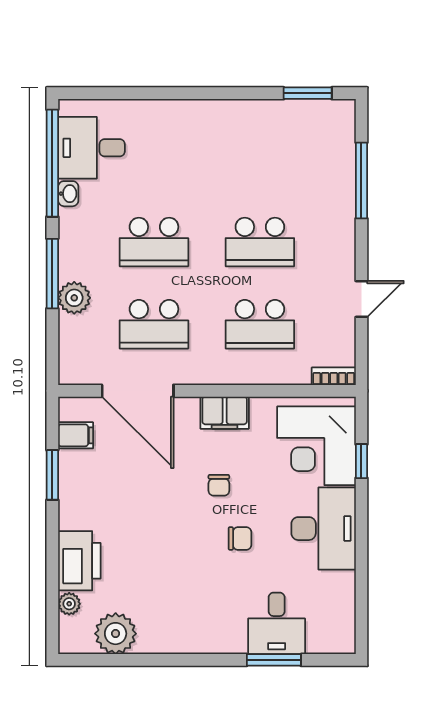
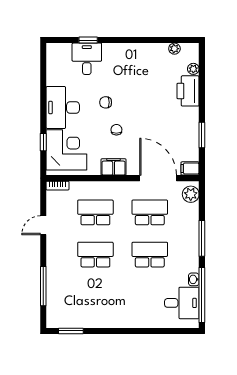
plant: (74, 298) -> (191, 194), moved
filing cabinet: (76, 435) -> (190, 168), moved
plant: (116, 634) -> (174, 49), width x0.53, depth x0.53
window: (274, 660) -> (88, 40), width x0.67

